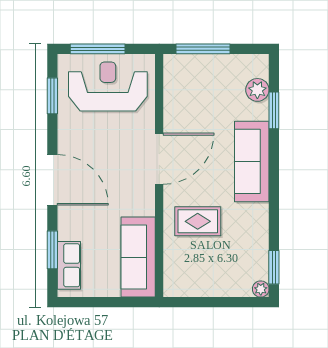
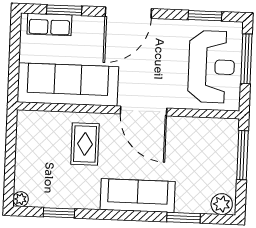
plant: (257, 90) -> (222, 204), moved
sofa: (138, 257) -> (68, 84), width x1.36, depth x1.27
window: (274, 267) -> (59, 213), moved

